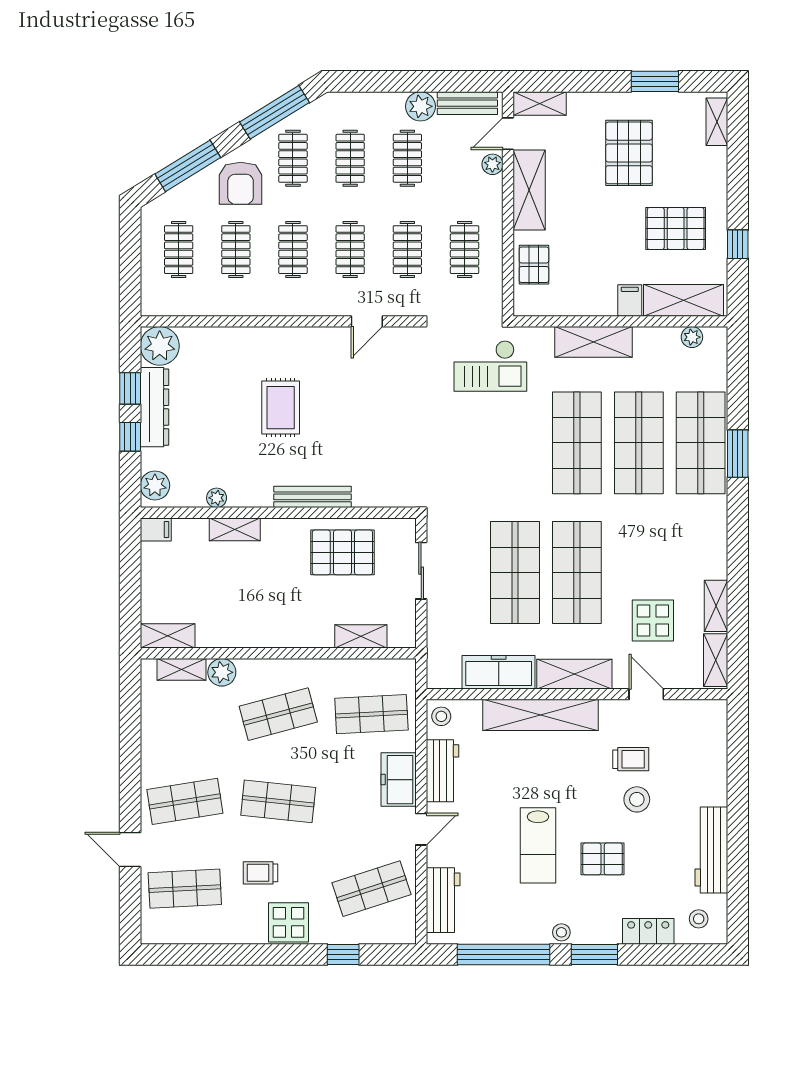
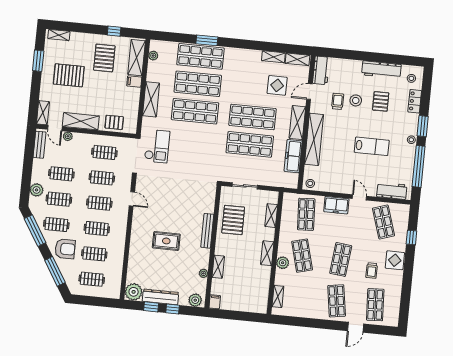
plant: (420, 106) -> (37, 190), moved
shelving: (168, 636) -> (267, 253), moved
plant: (222, 672) -> (283, 263), moved
workbench: (442, 771) -> (321, 70), moved, turned 90
pallet: (603, 859) -> (381, 101), moved

